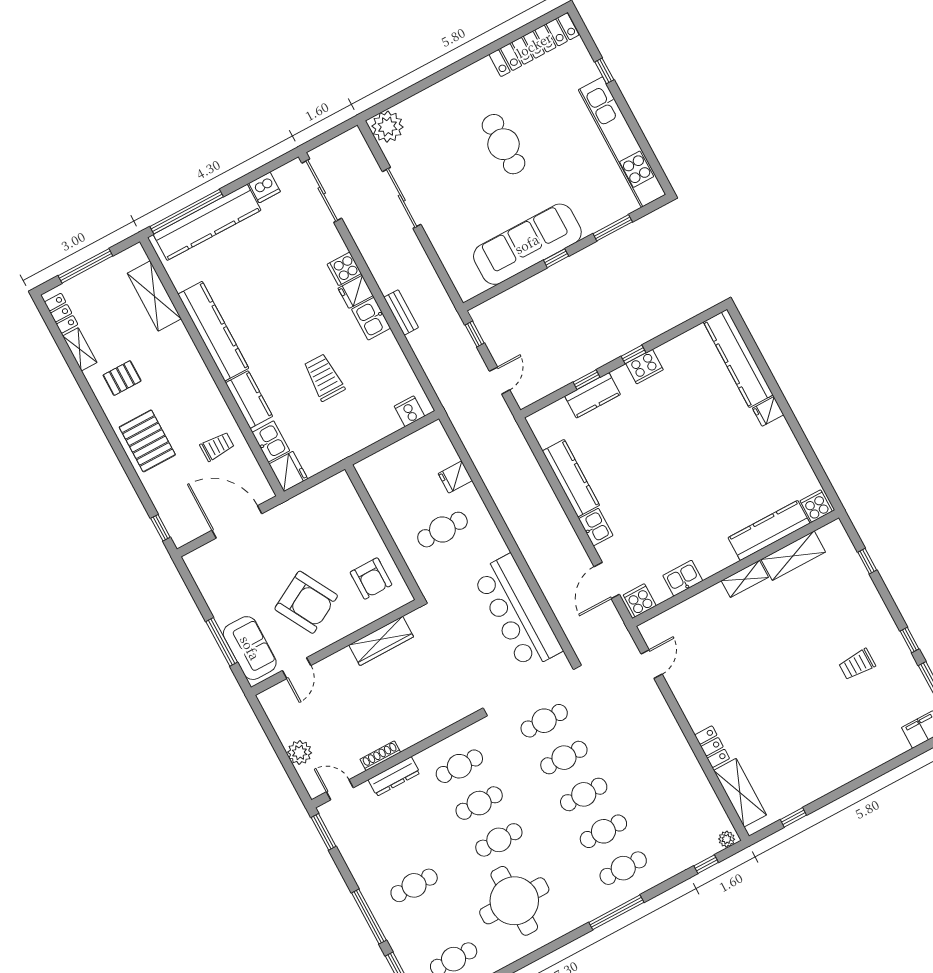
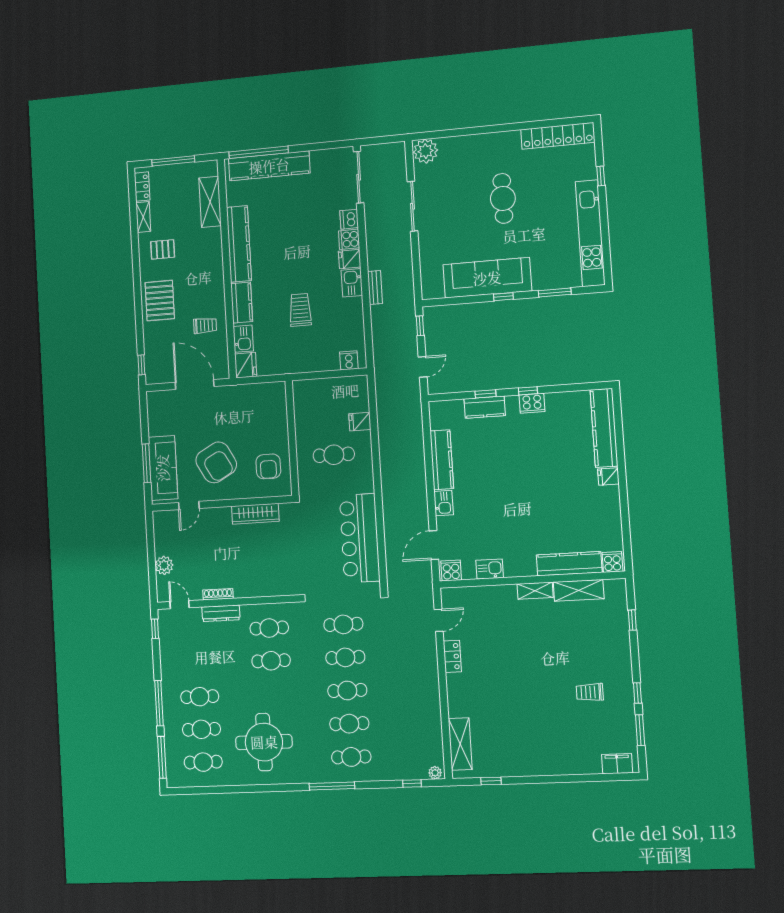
dishwasher: (264, 187) -> (349, 219), moved, turned 90
sofa: (250, 648) -> (163, 468), width x1.36
locker: (712, 747) -> (452, 656), moved
window: (324, 832) -> (155, 629), width x0.67
cafe table: (499, 840) -> (201, 729), moved

